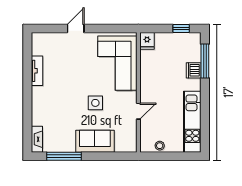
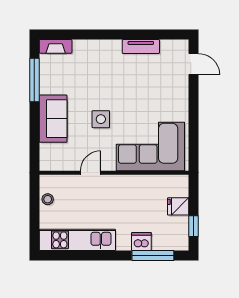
door: (76, 28) -> (194, 64), moved
fridge: (147, 41) -> (178, 206), moved
door: (138, 111) -> (91, 173), swing flipped

